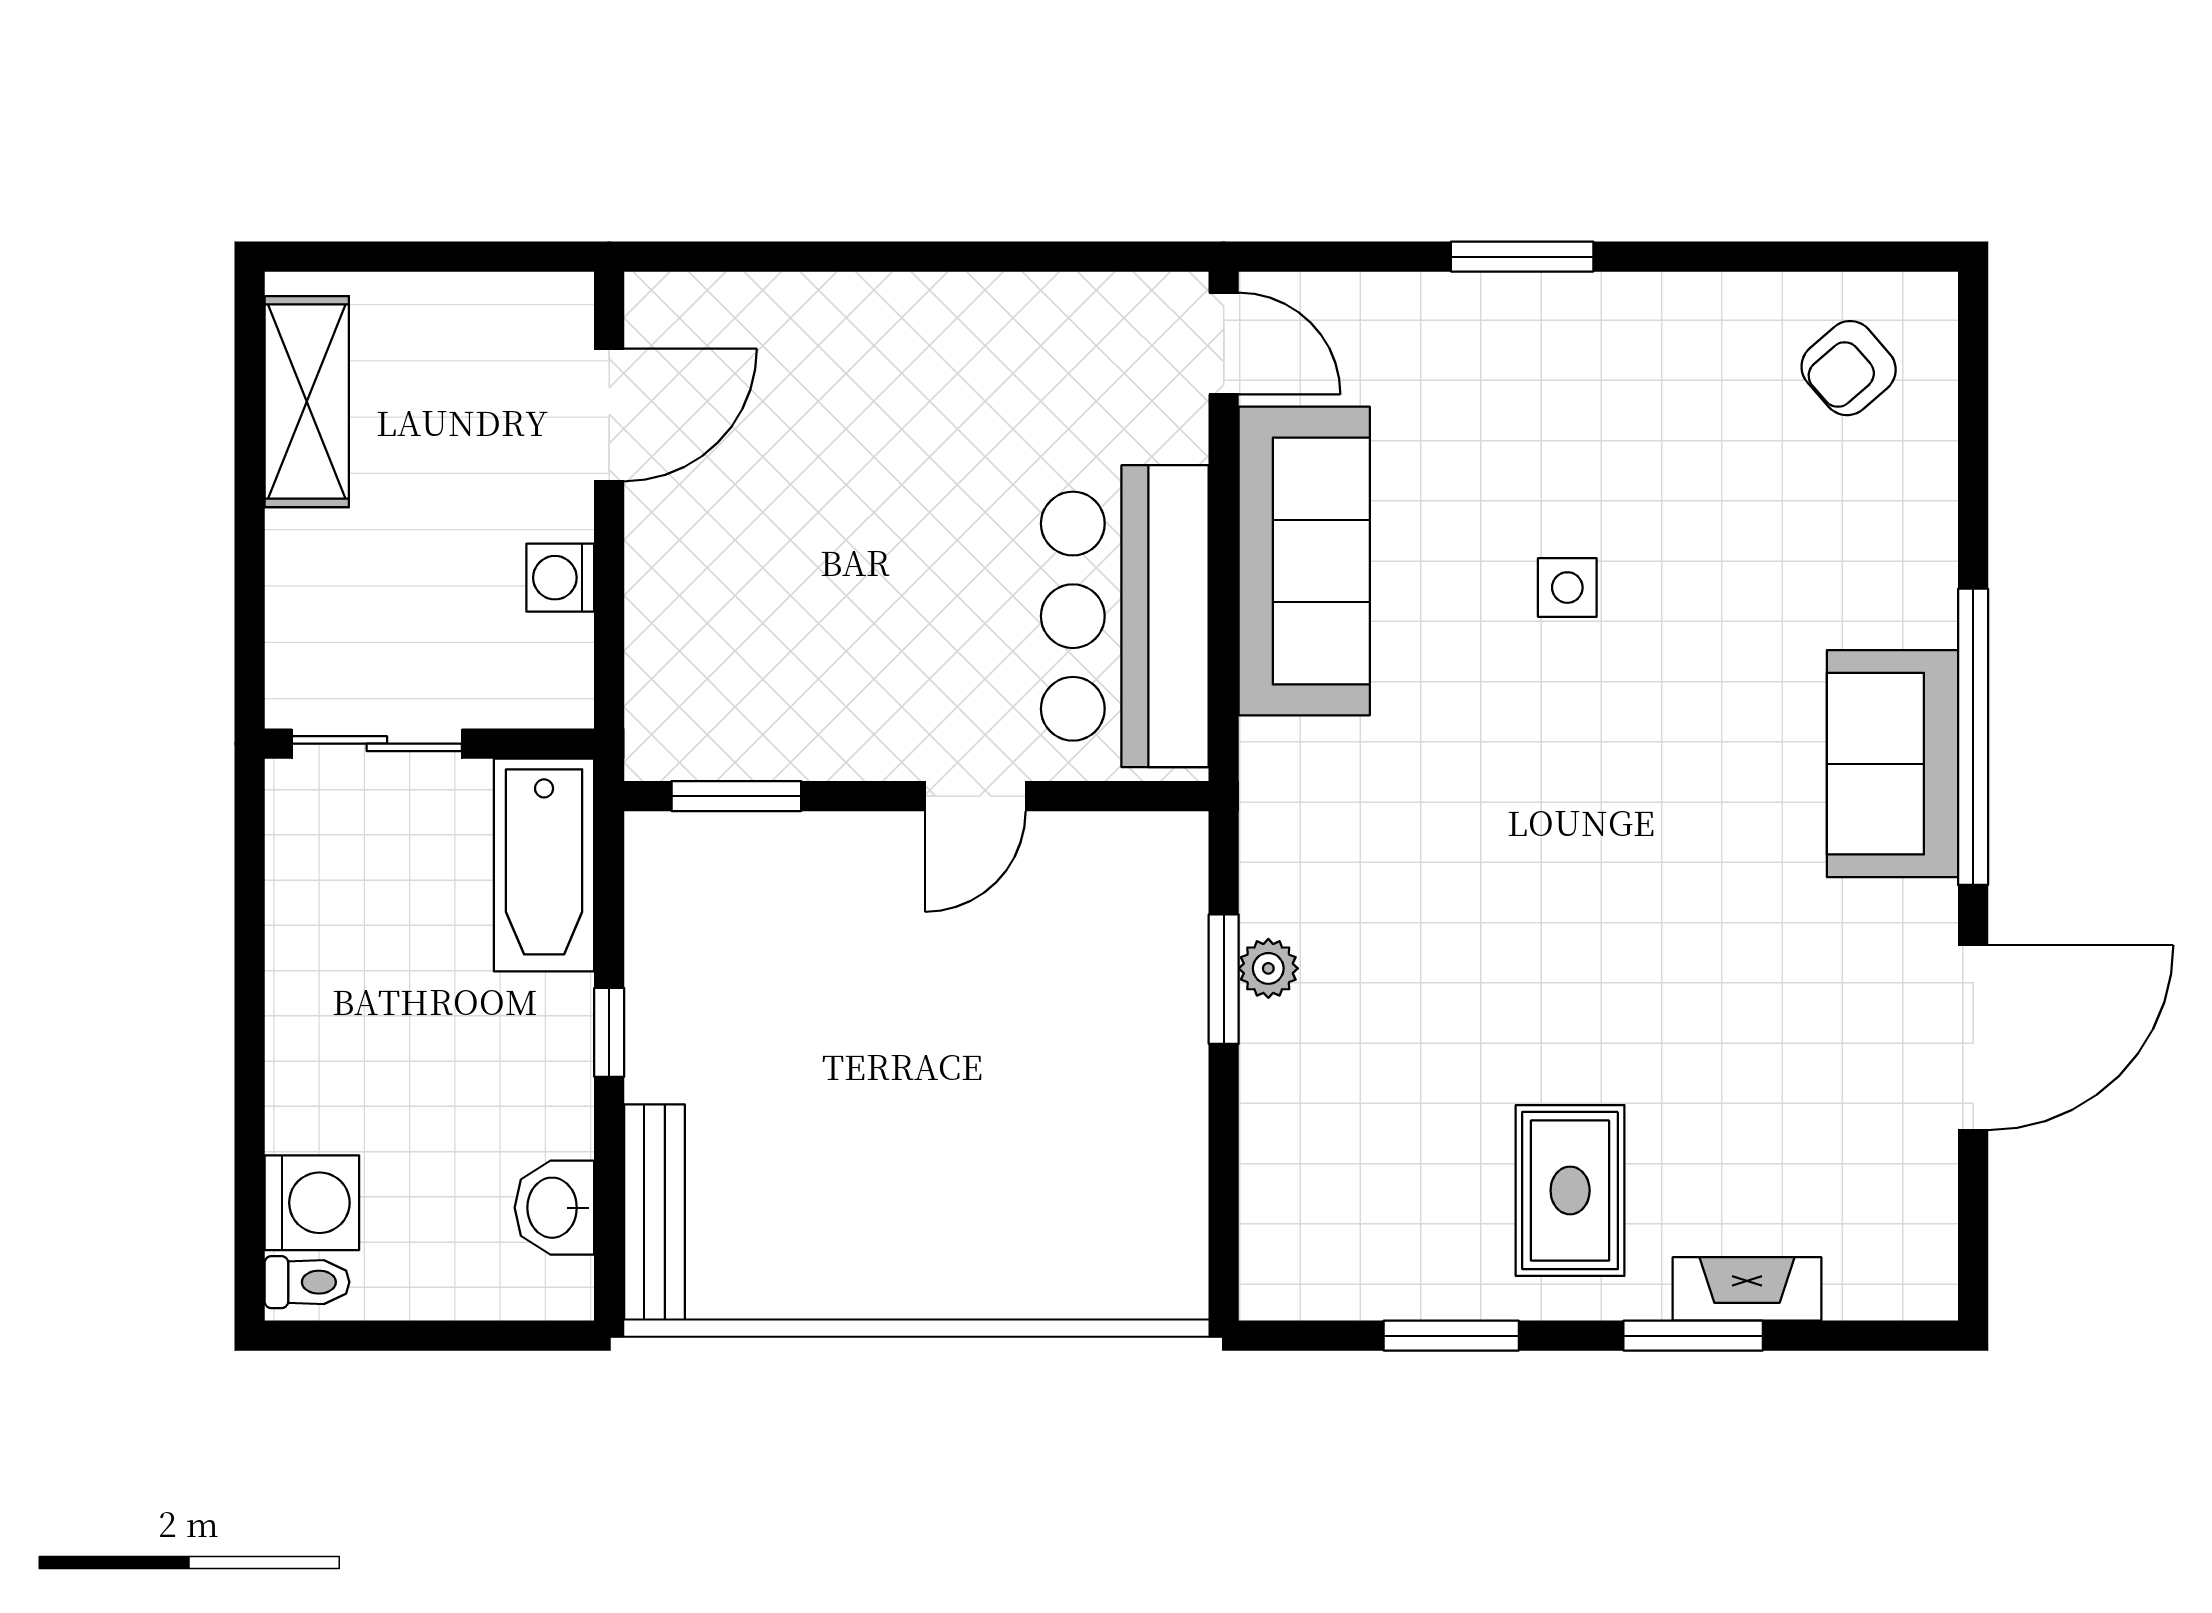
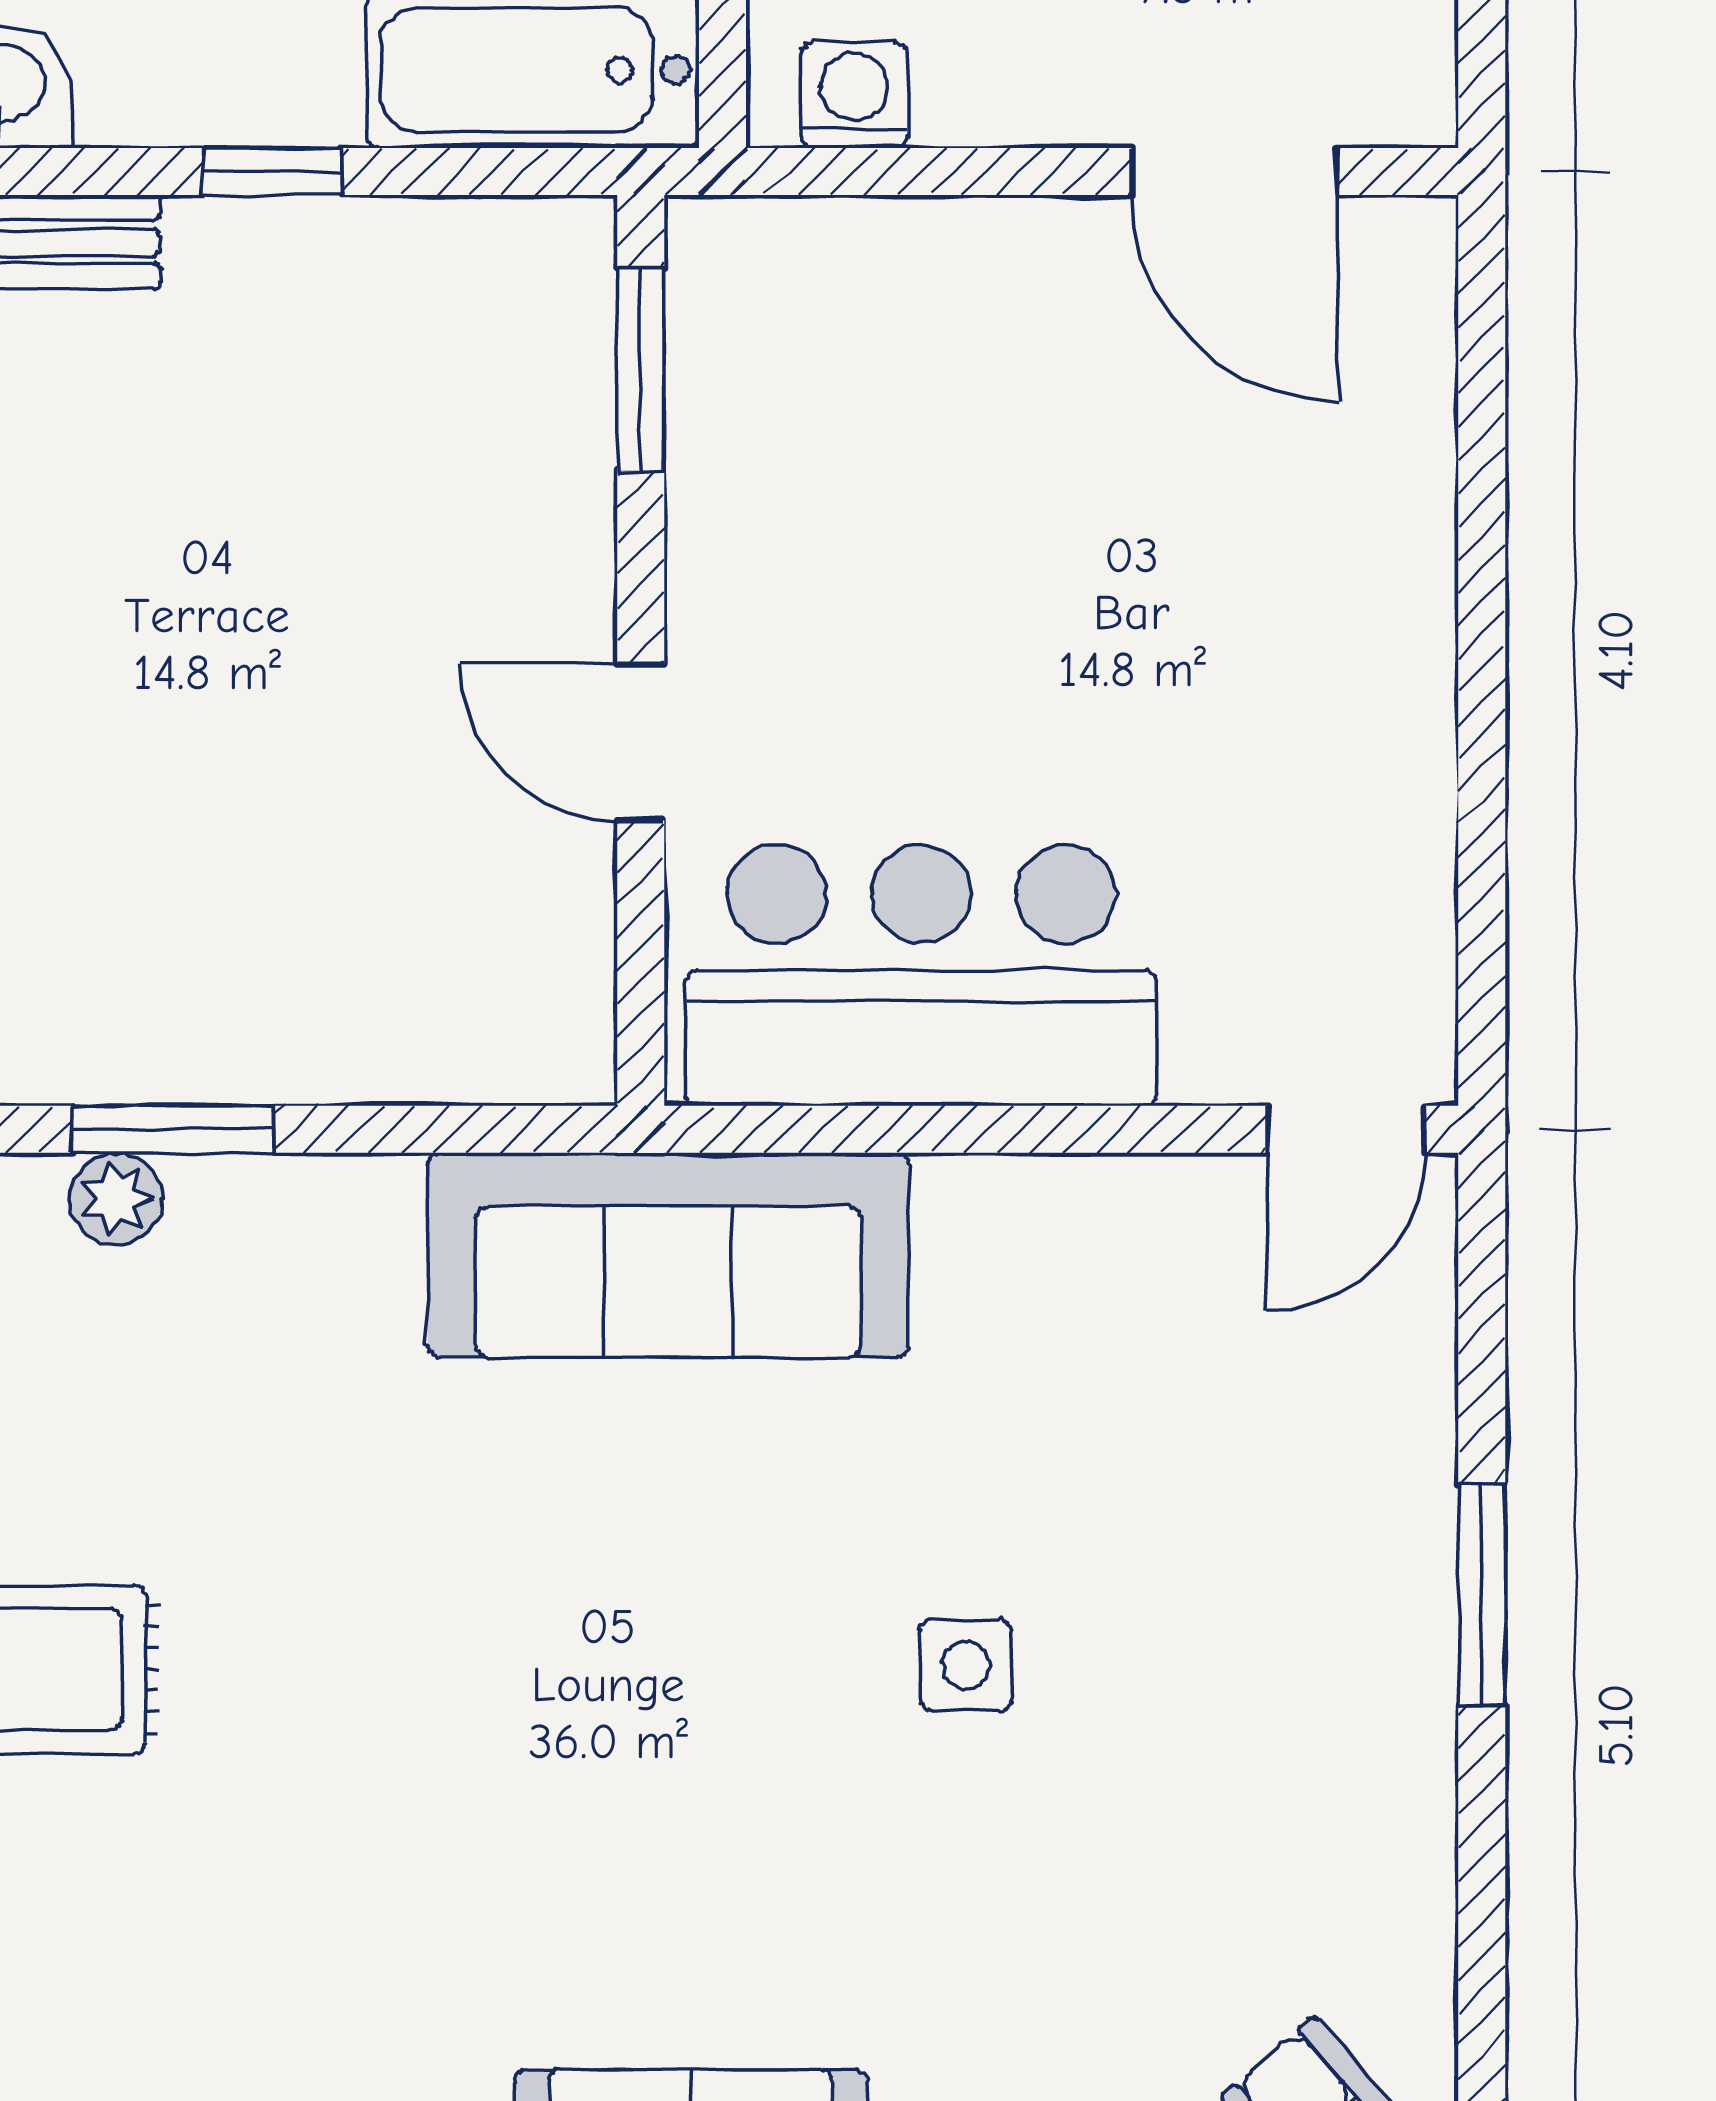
sofa: (1304, 561) -> (668, 1255), moved
washing machine: (560, 578) -> (854, 95), moved
plant: (1268, 968) -> (116, 1199), moved
window: (1224, 979) -> (173, 1129), moved

